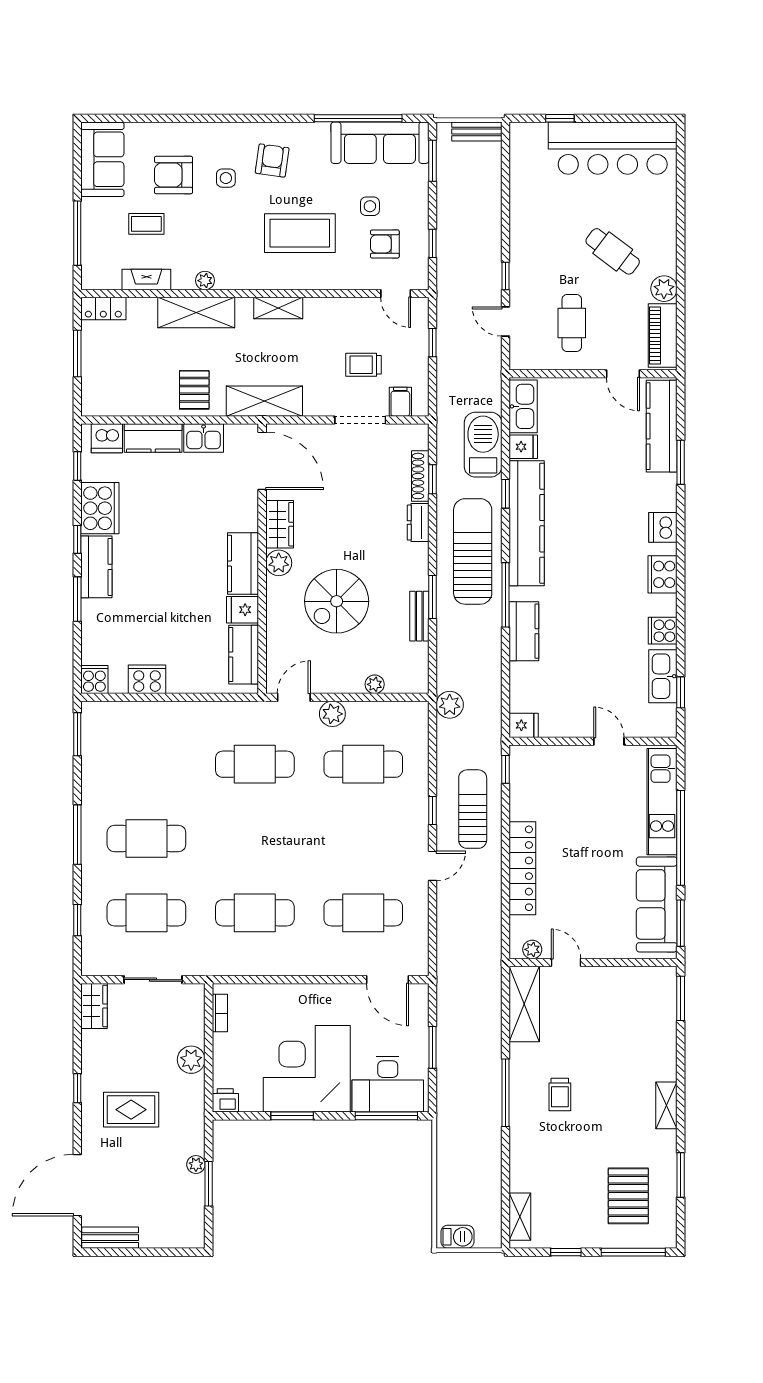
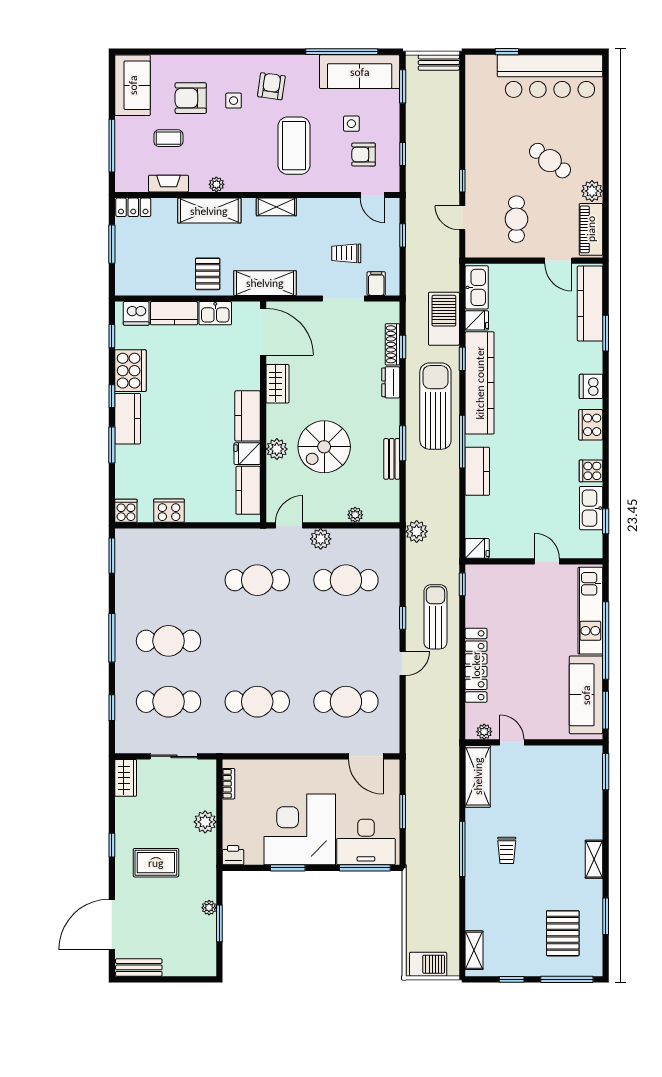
coffee table: (300, 233) -> (294, 146), turned 90
plant: (279, 563) -> (277, 449), moved
barbecue: (457, 1237) -> (428, 964), width x1.38, depth x1.27

